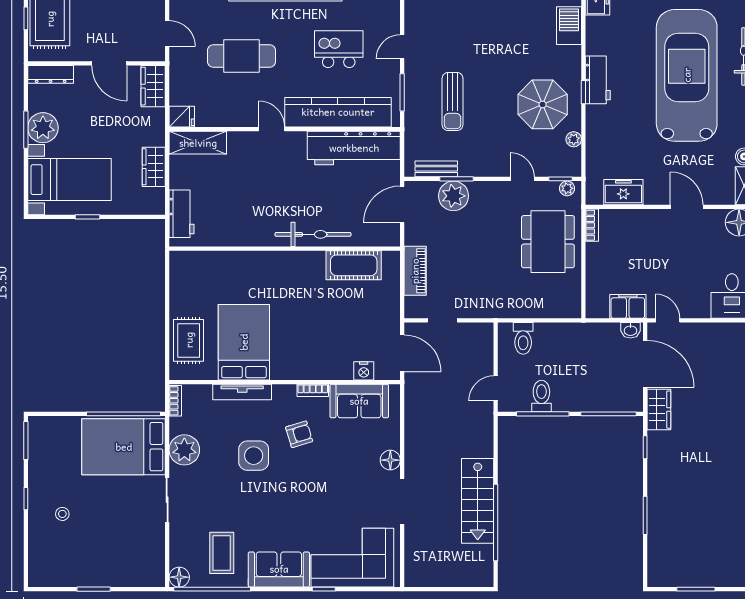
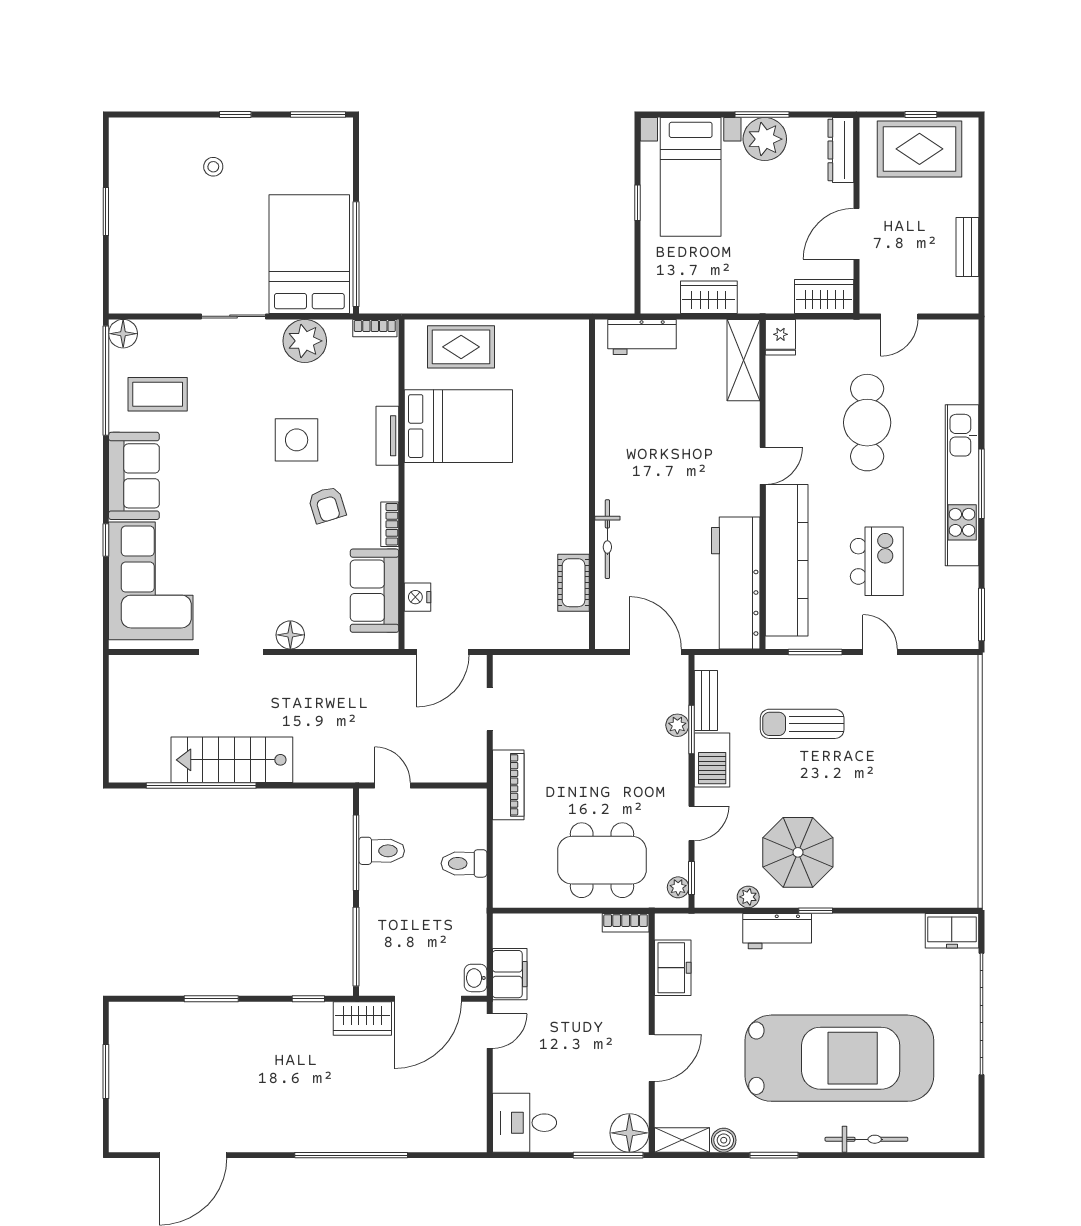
barbecue: (569, 26) -> (712, 760), moved, turned 90
workbench: (598, 80) -> (777, 931), moved
plant: (453, 196) -> (677, 725), width x0.53, depth x0.53
bicycle: (313, 234) -> (607, 539), width x0.73, depth x0.71
cot: (354, 265) -> (574, 583), width x0.73, depth x0.75
piano: (415, 271) -> (508, 785), moved, turned -90
toilet: (523, 338) -> (464, 863), moved
tv unit: (242, 392) -> (387, 436), width x0.71

